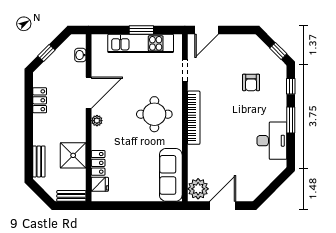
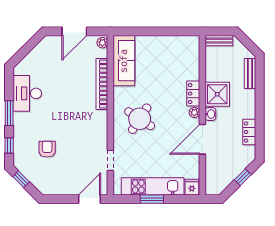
washbasin: (80, 55) -> (210, 114), moved
round table: (154, 114) -> (140, 119), turned 33
bookcase: (194, 118) -> (102, 84), moved
shower: (73, 155) -> (217, 94), moved
locker: (98, 163) -> (193, 94), moved
fridge: (100, 184) -> (192, 187), moved, turned 90
plant: (198, 189) -> (102, 43), width x0.53, depth x0.53

